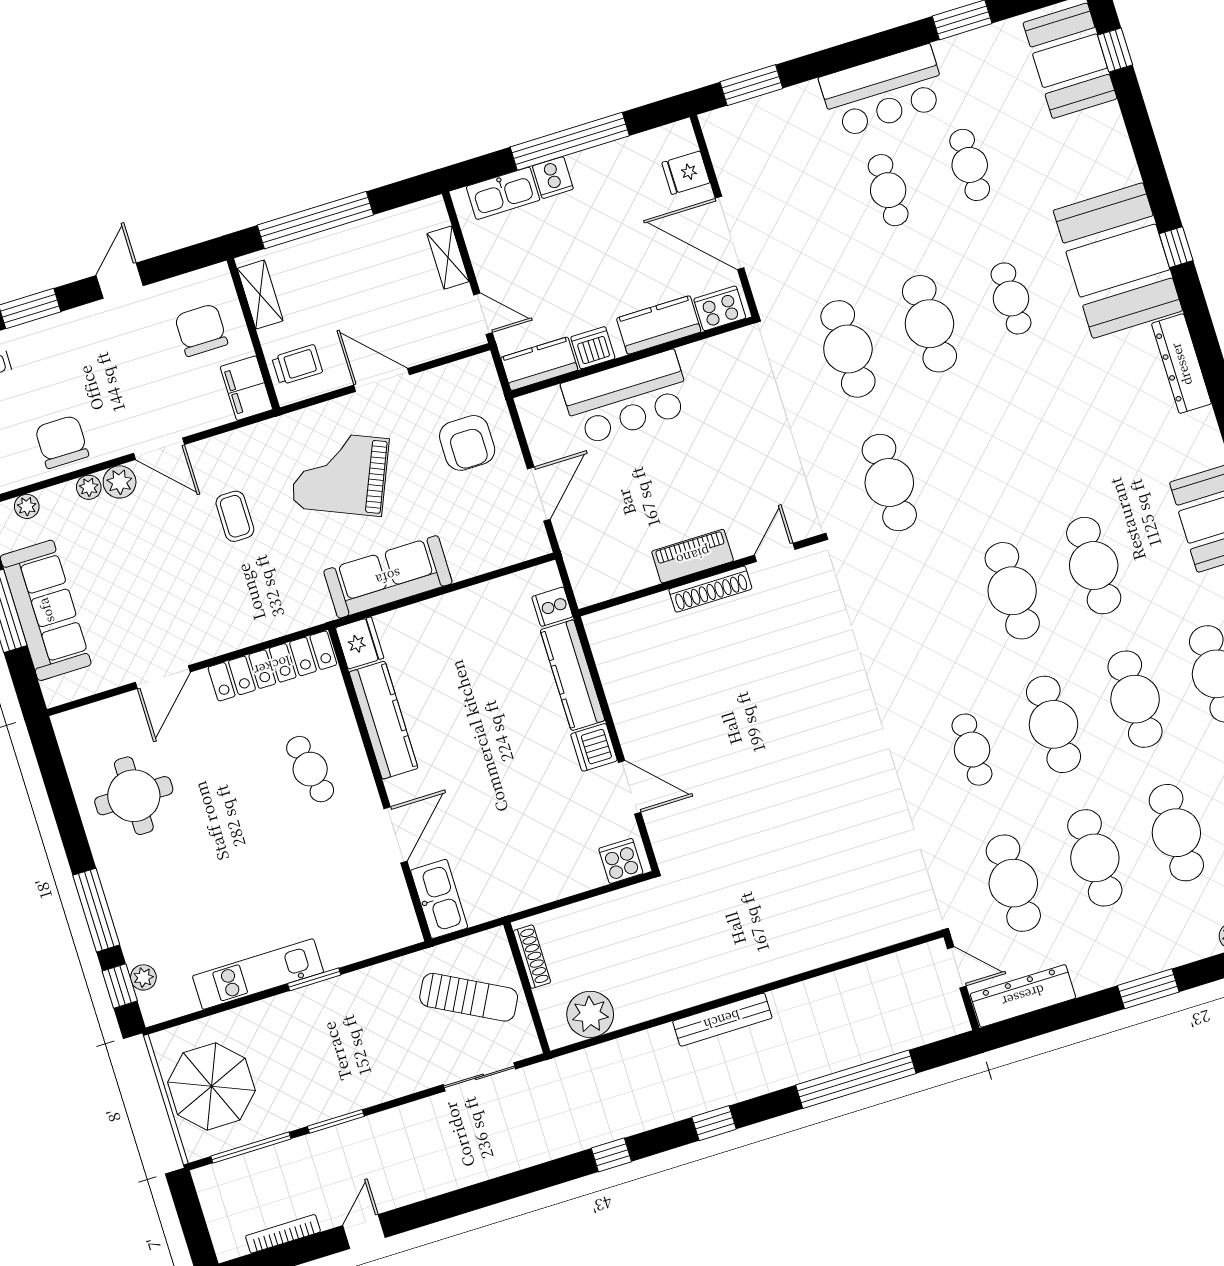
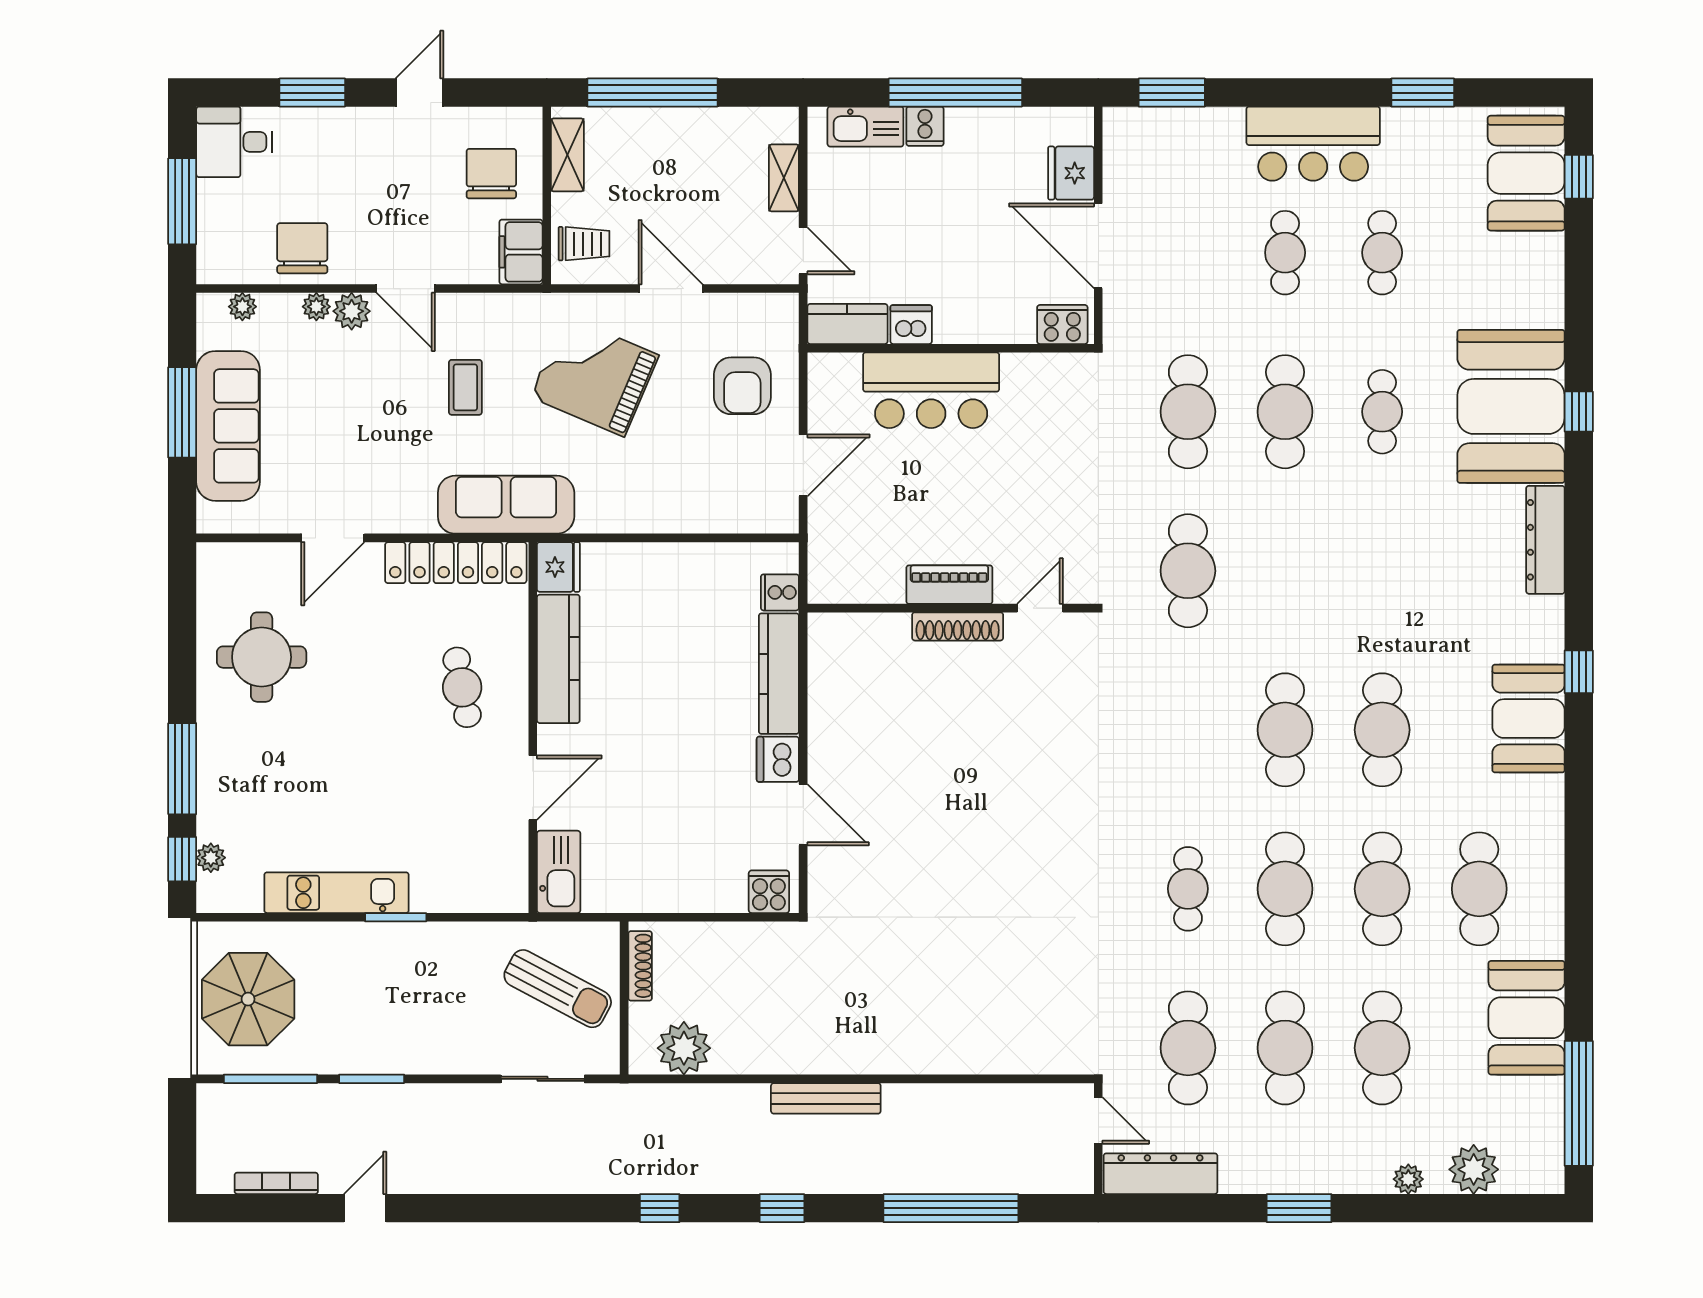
fridge: (686, 173) -> (1071, 173), width x1.38
kitchen counter: (659, 325) -> (990, 322), removed
sofa: (388, 577) -> (506, 505), moved

